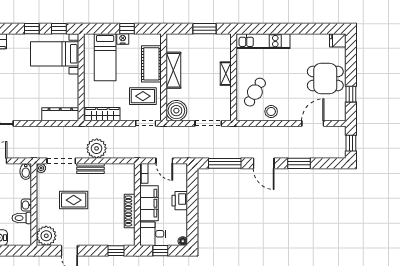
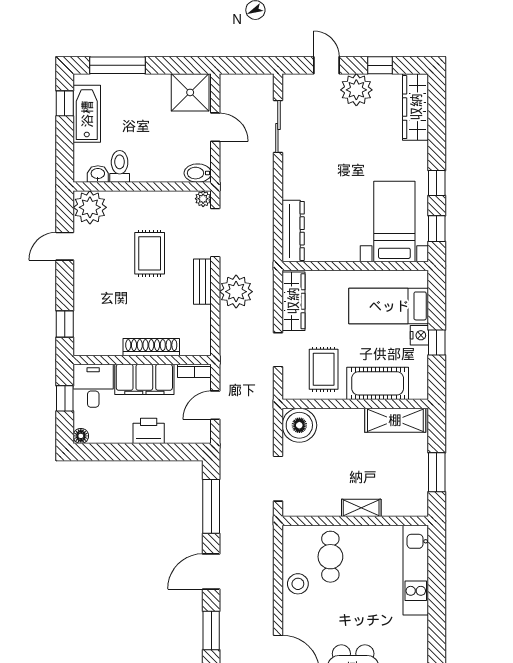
shelving: (173, 70) -> (395, 420), moved
cafe table: (255, 92) -> (330, 557), turned 60
doorway: (146, 123) -> (278, 350), moved
washbasin: (26, 205) -> (98, 174), moved
shoe rack: (130, 211) -> (151, 347), moved

